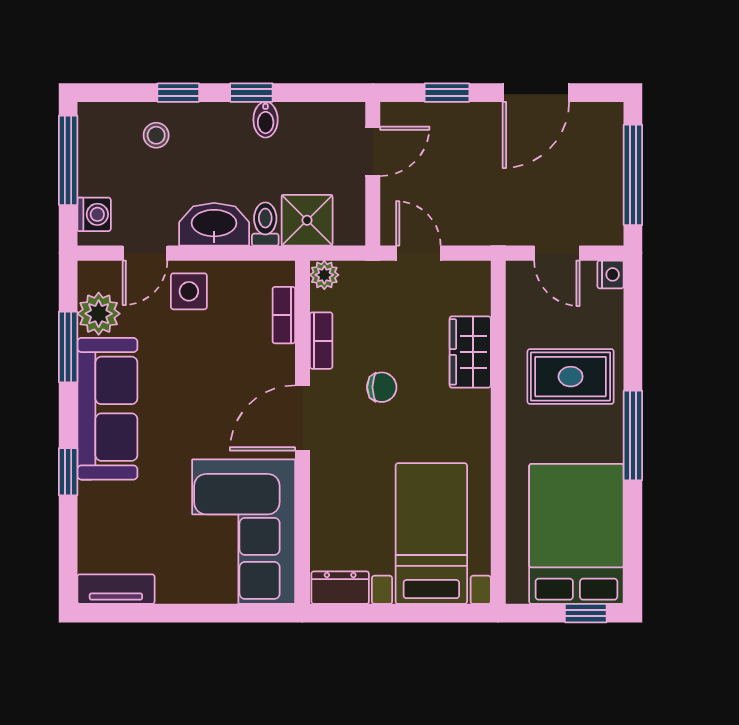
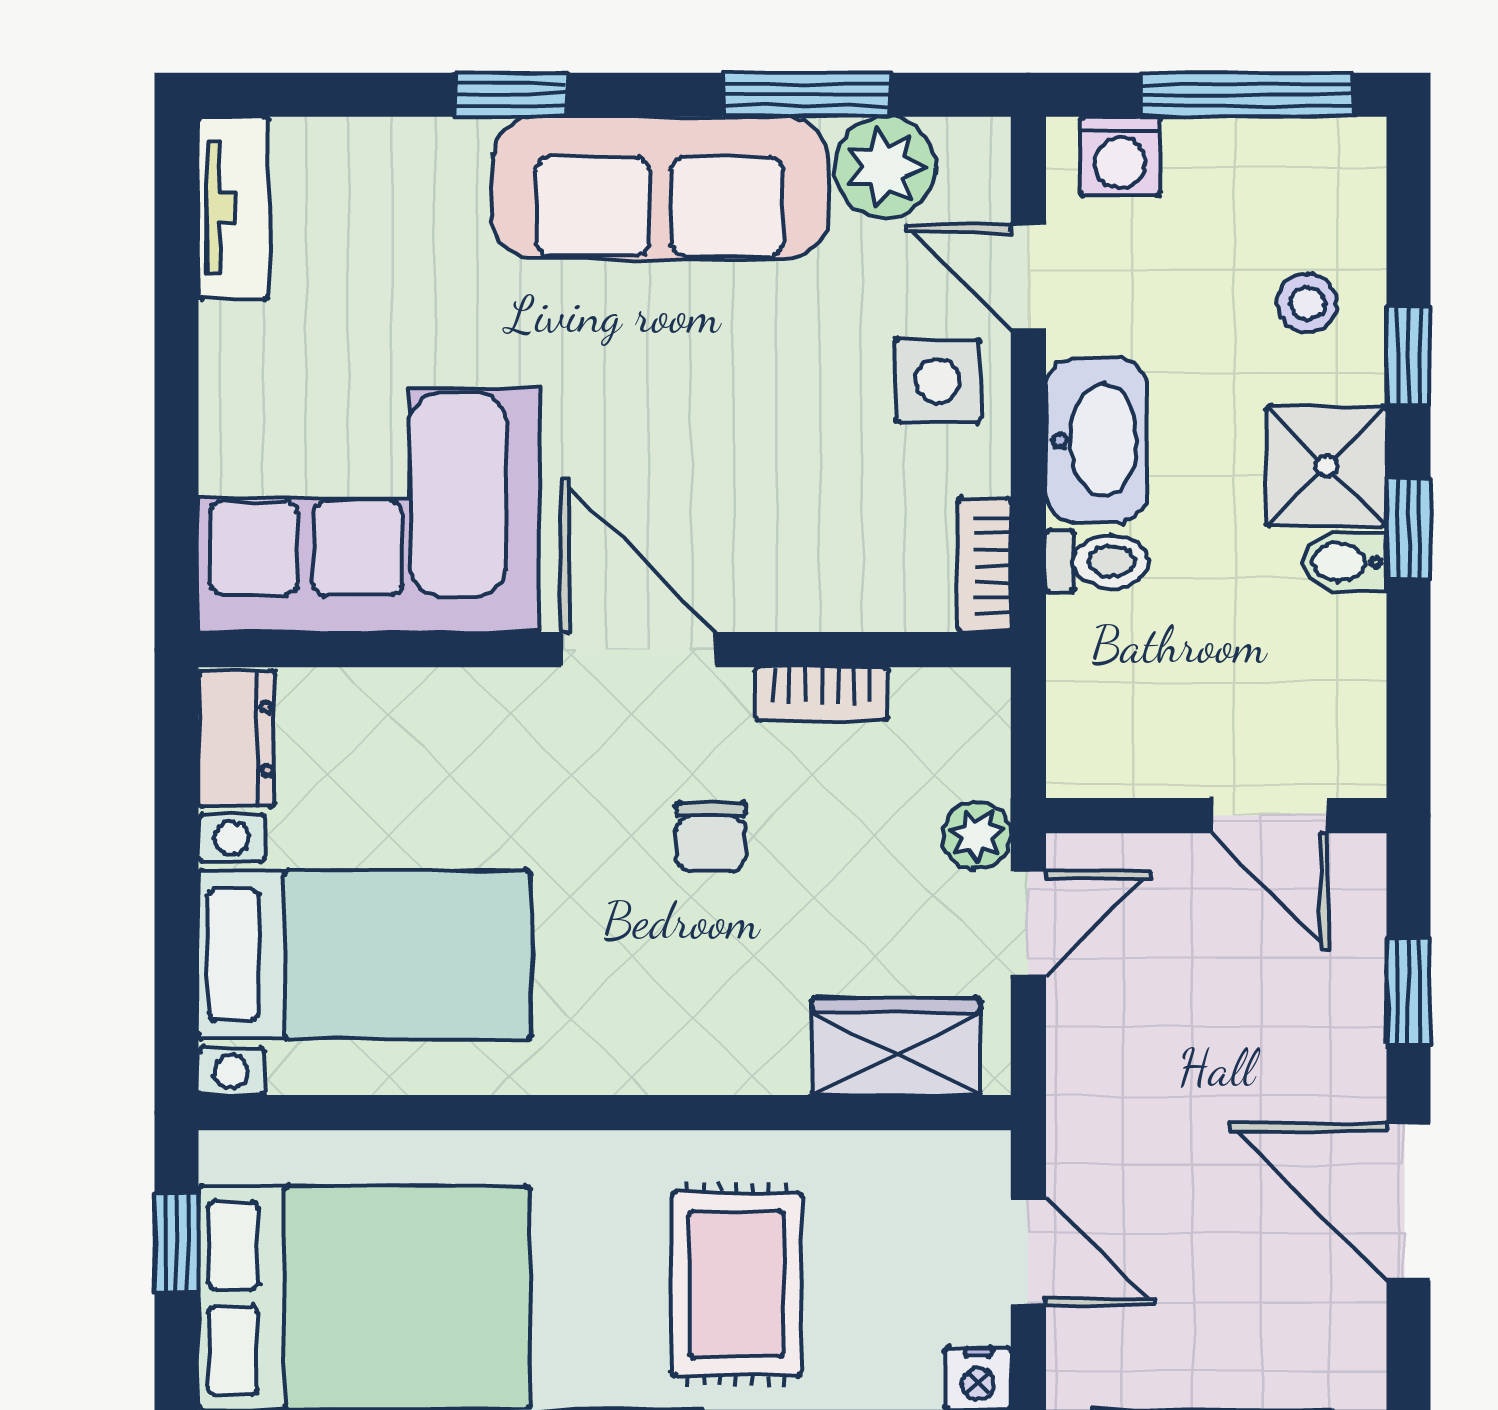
shower: (307, 220) -> (1326, 466), moved
door: (557, 253) -> (1028, 1252), swing flipped
plant: (324, 275) -> (977, 836), moved
bookcase: (284, 315) -> (984, 565), moved, turned -90
wardrobe: (470, 352) -> (896, 1046), moved
window: (586, 613) -> (176, 1242), moved

